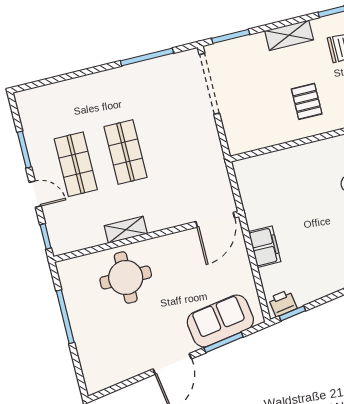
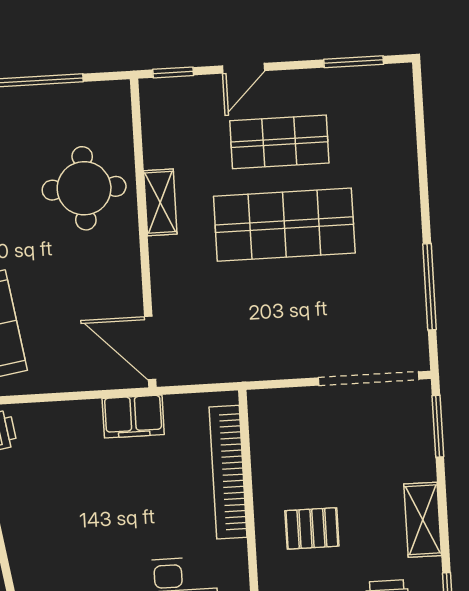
window: (24, 150) -> (354, 62), moved
shop shelf: (125, 152) -> (284, 225), width x1.43, depth x1.36
bookcase: (282, 159) -> (228, 472), added
filing cabinet: (265, 247) -> (133, 417), moved

